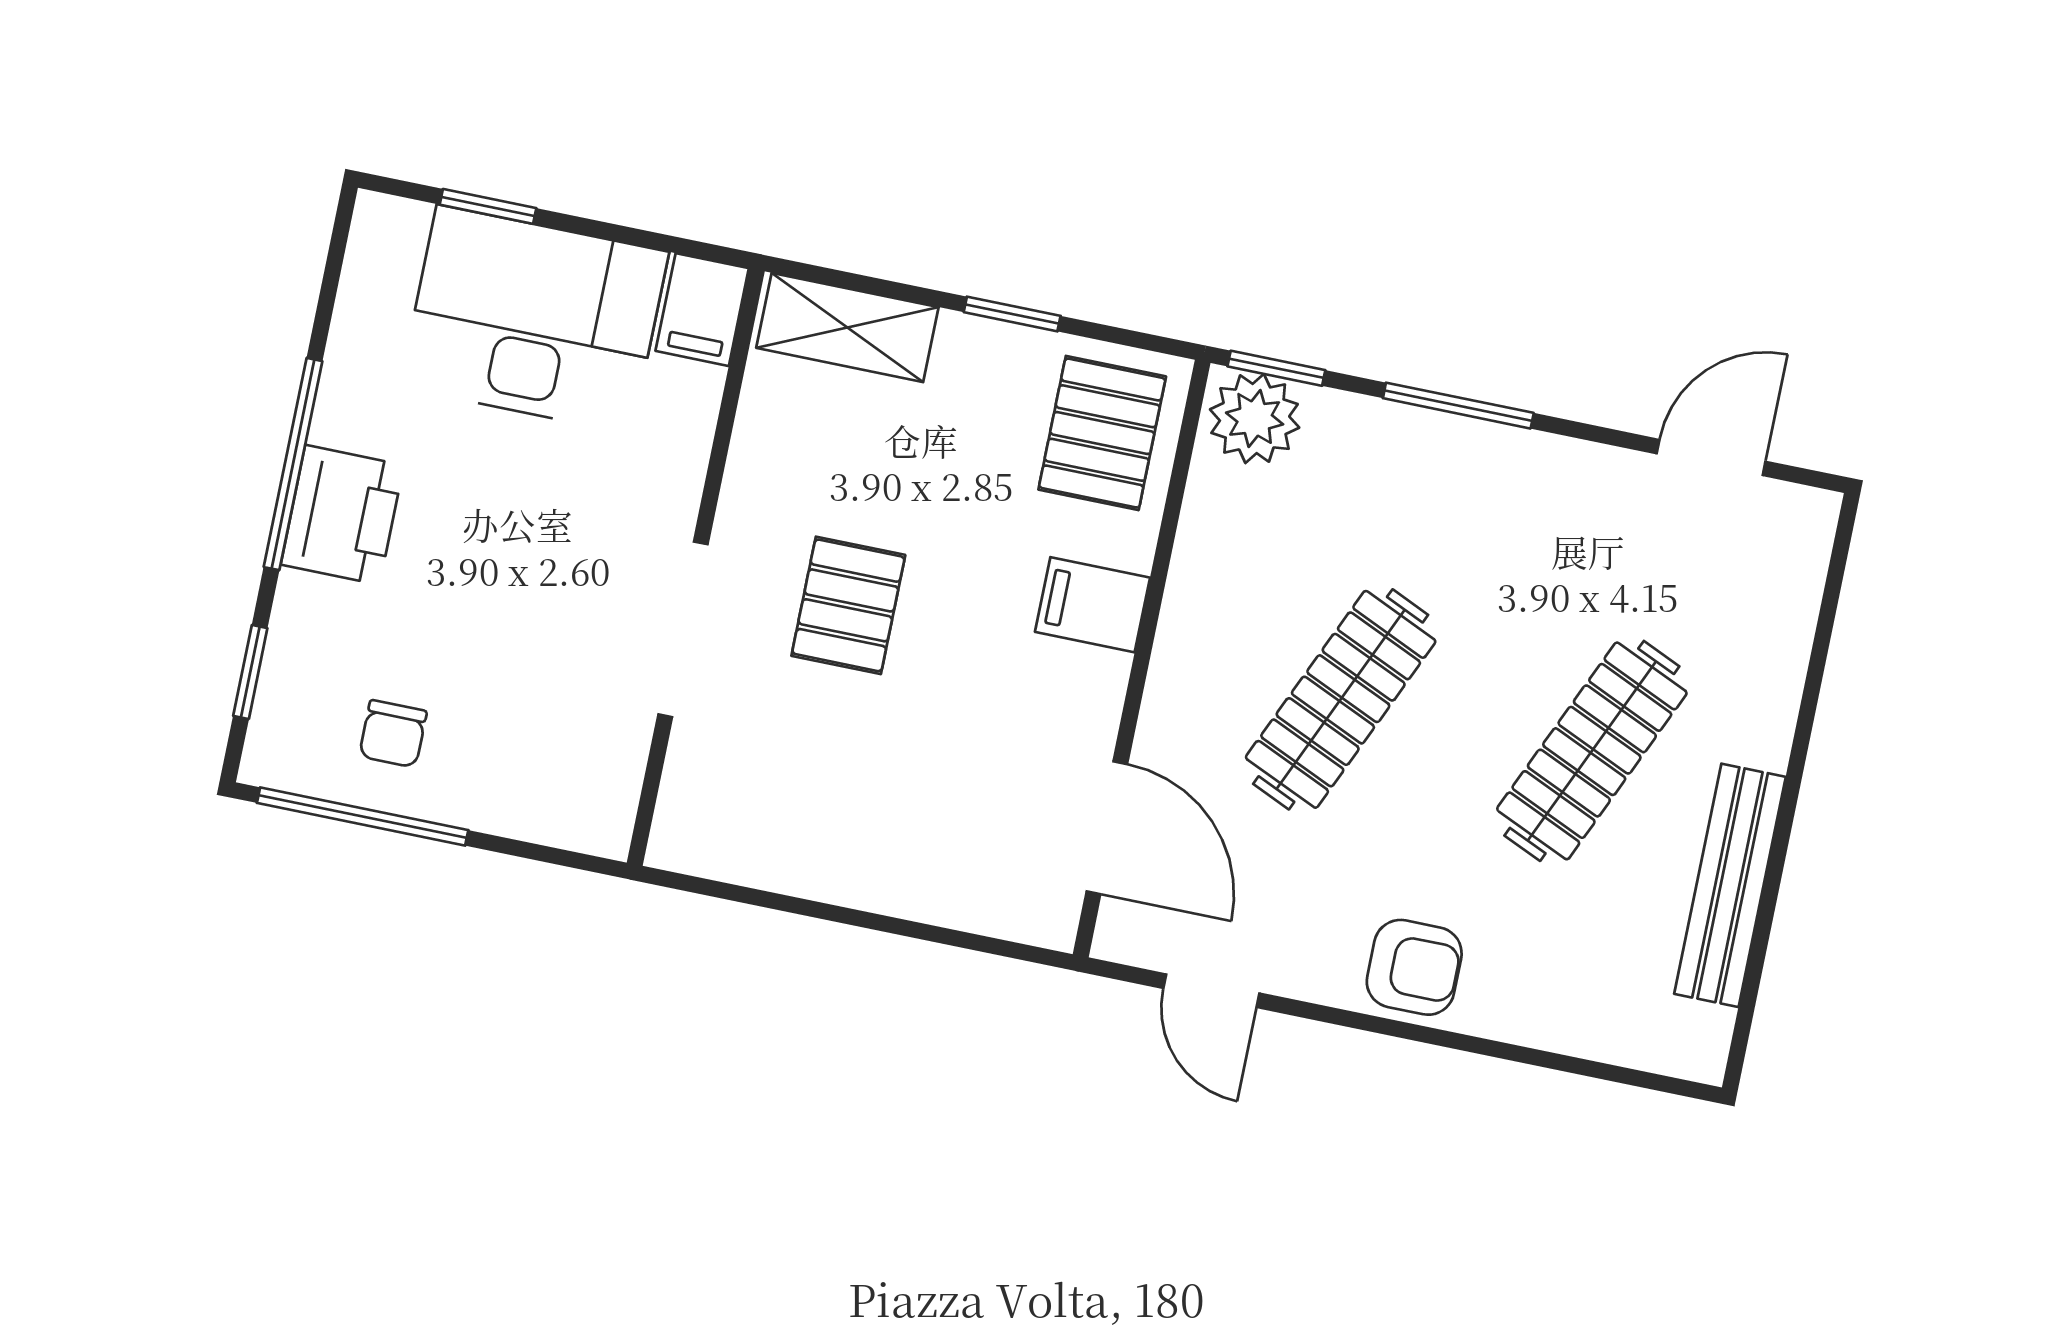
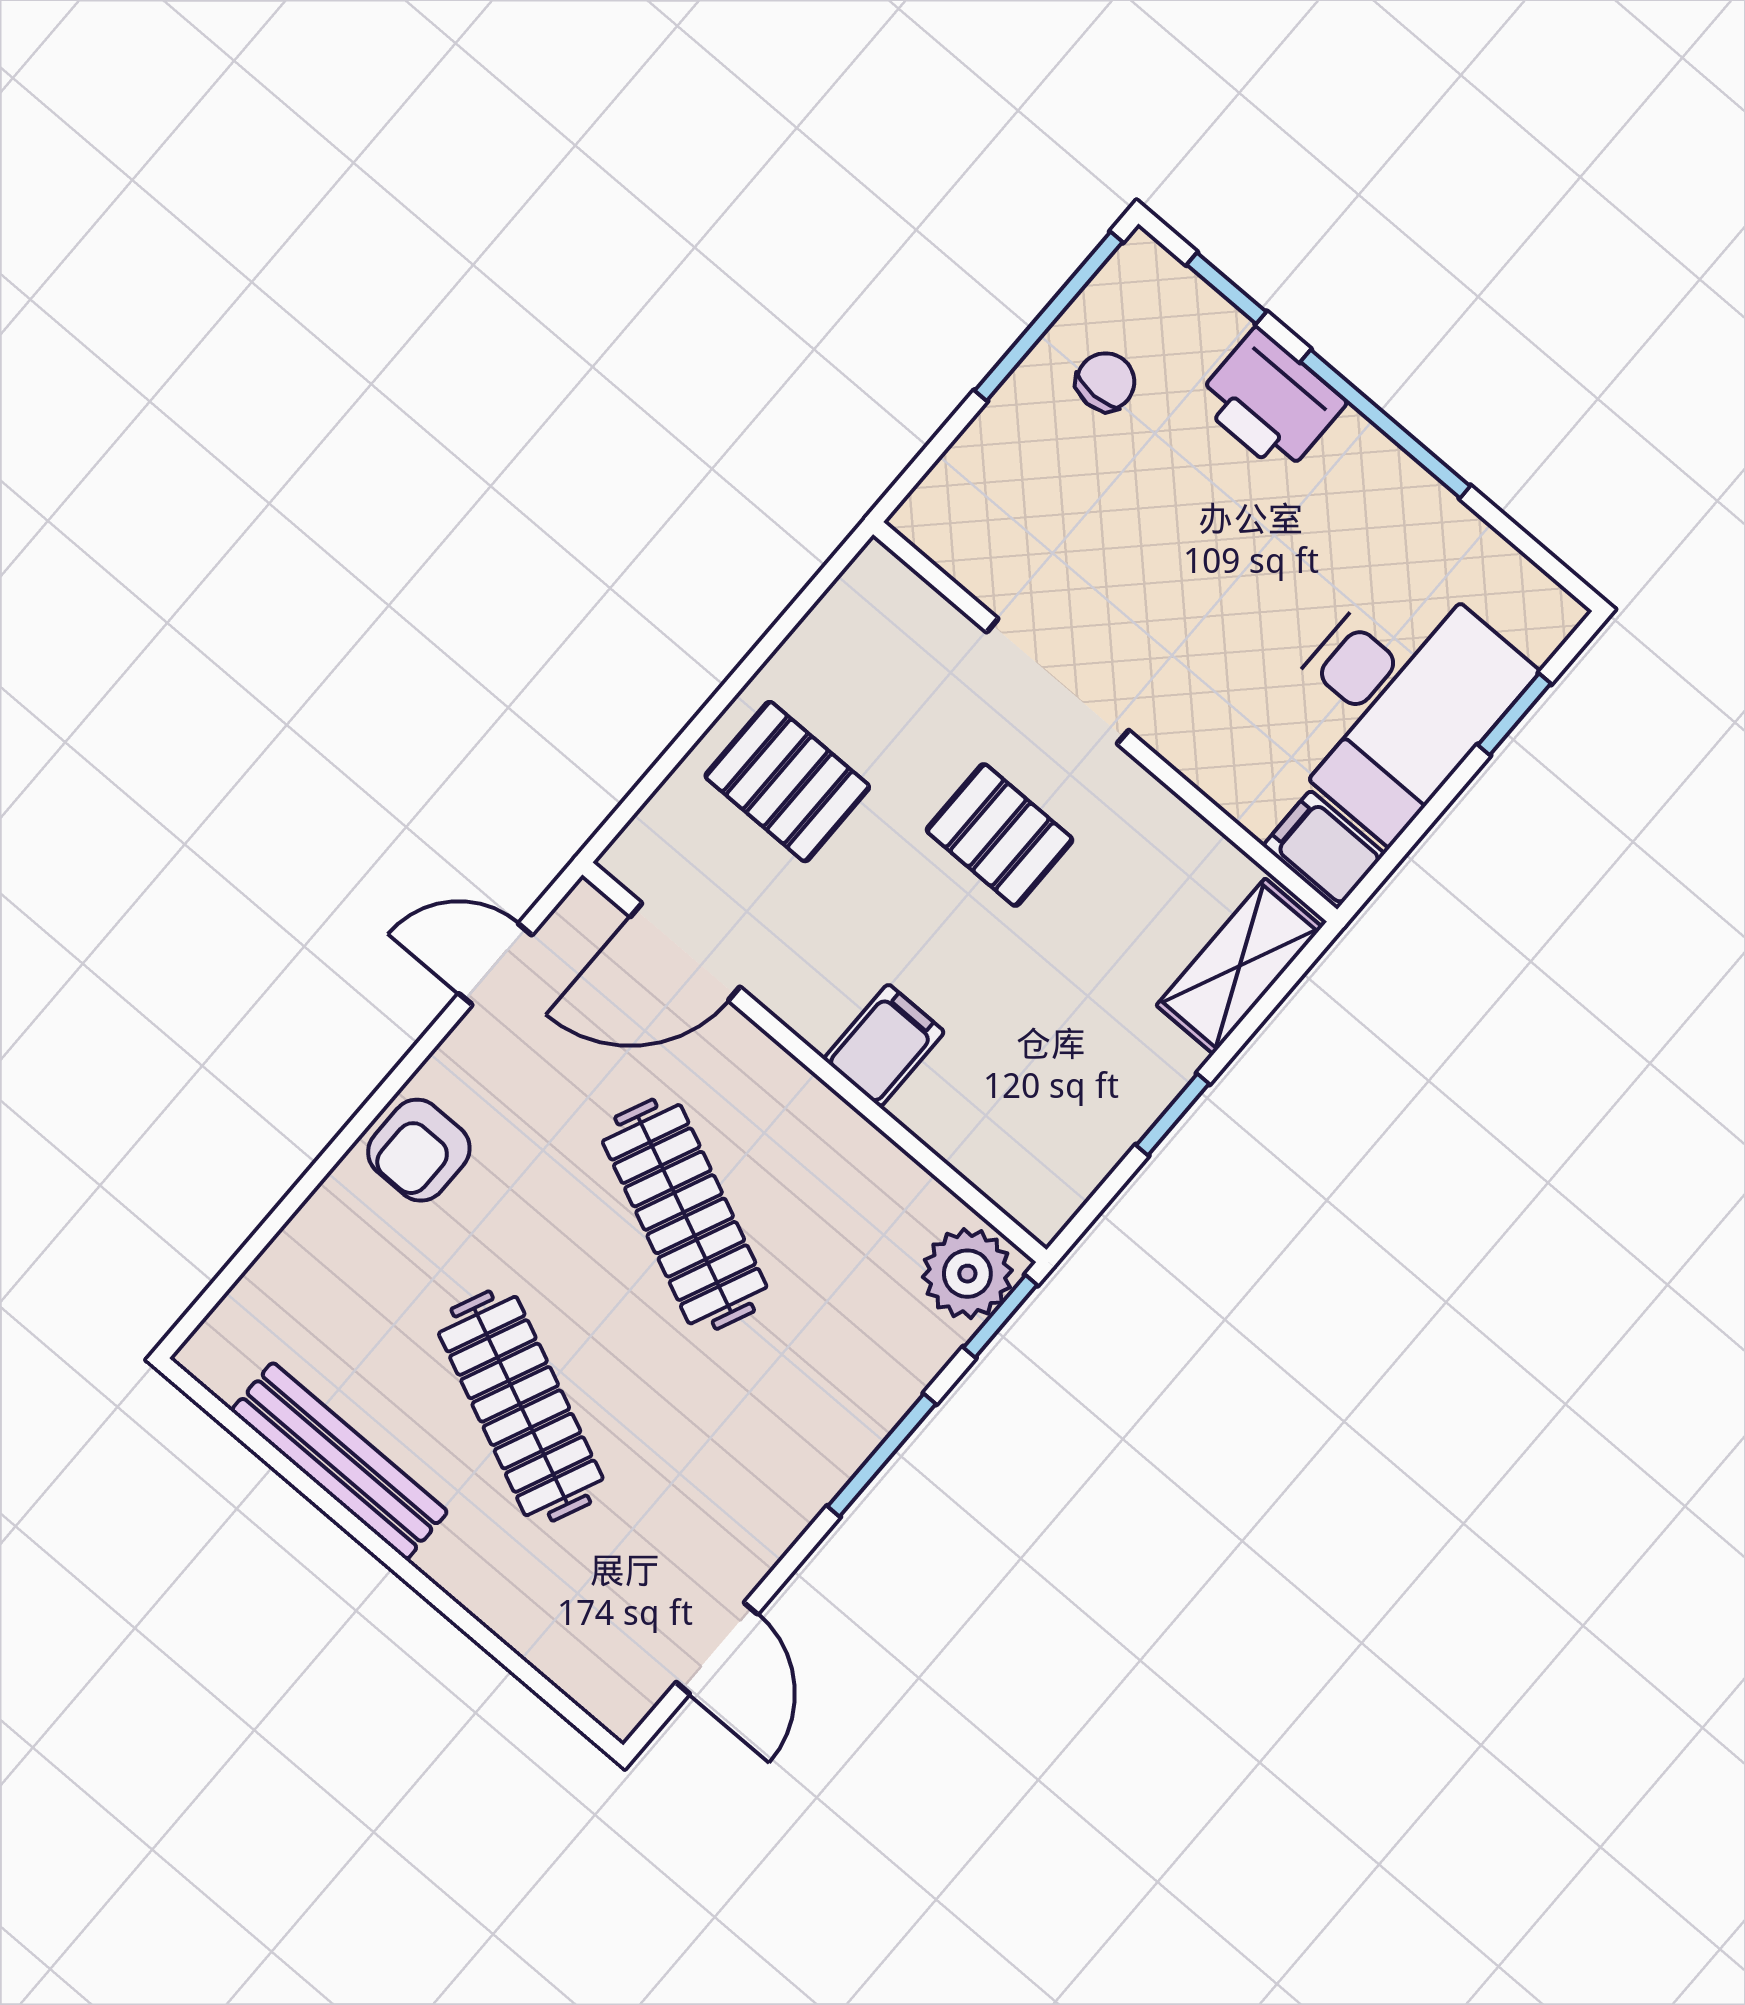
pallet: (1102, 433) -> (787, 782), moved
printer: (342, 515) -> (1270, 401), moved
chair: (393, 734) -> (1106, 382), turned 90

